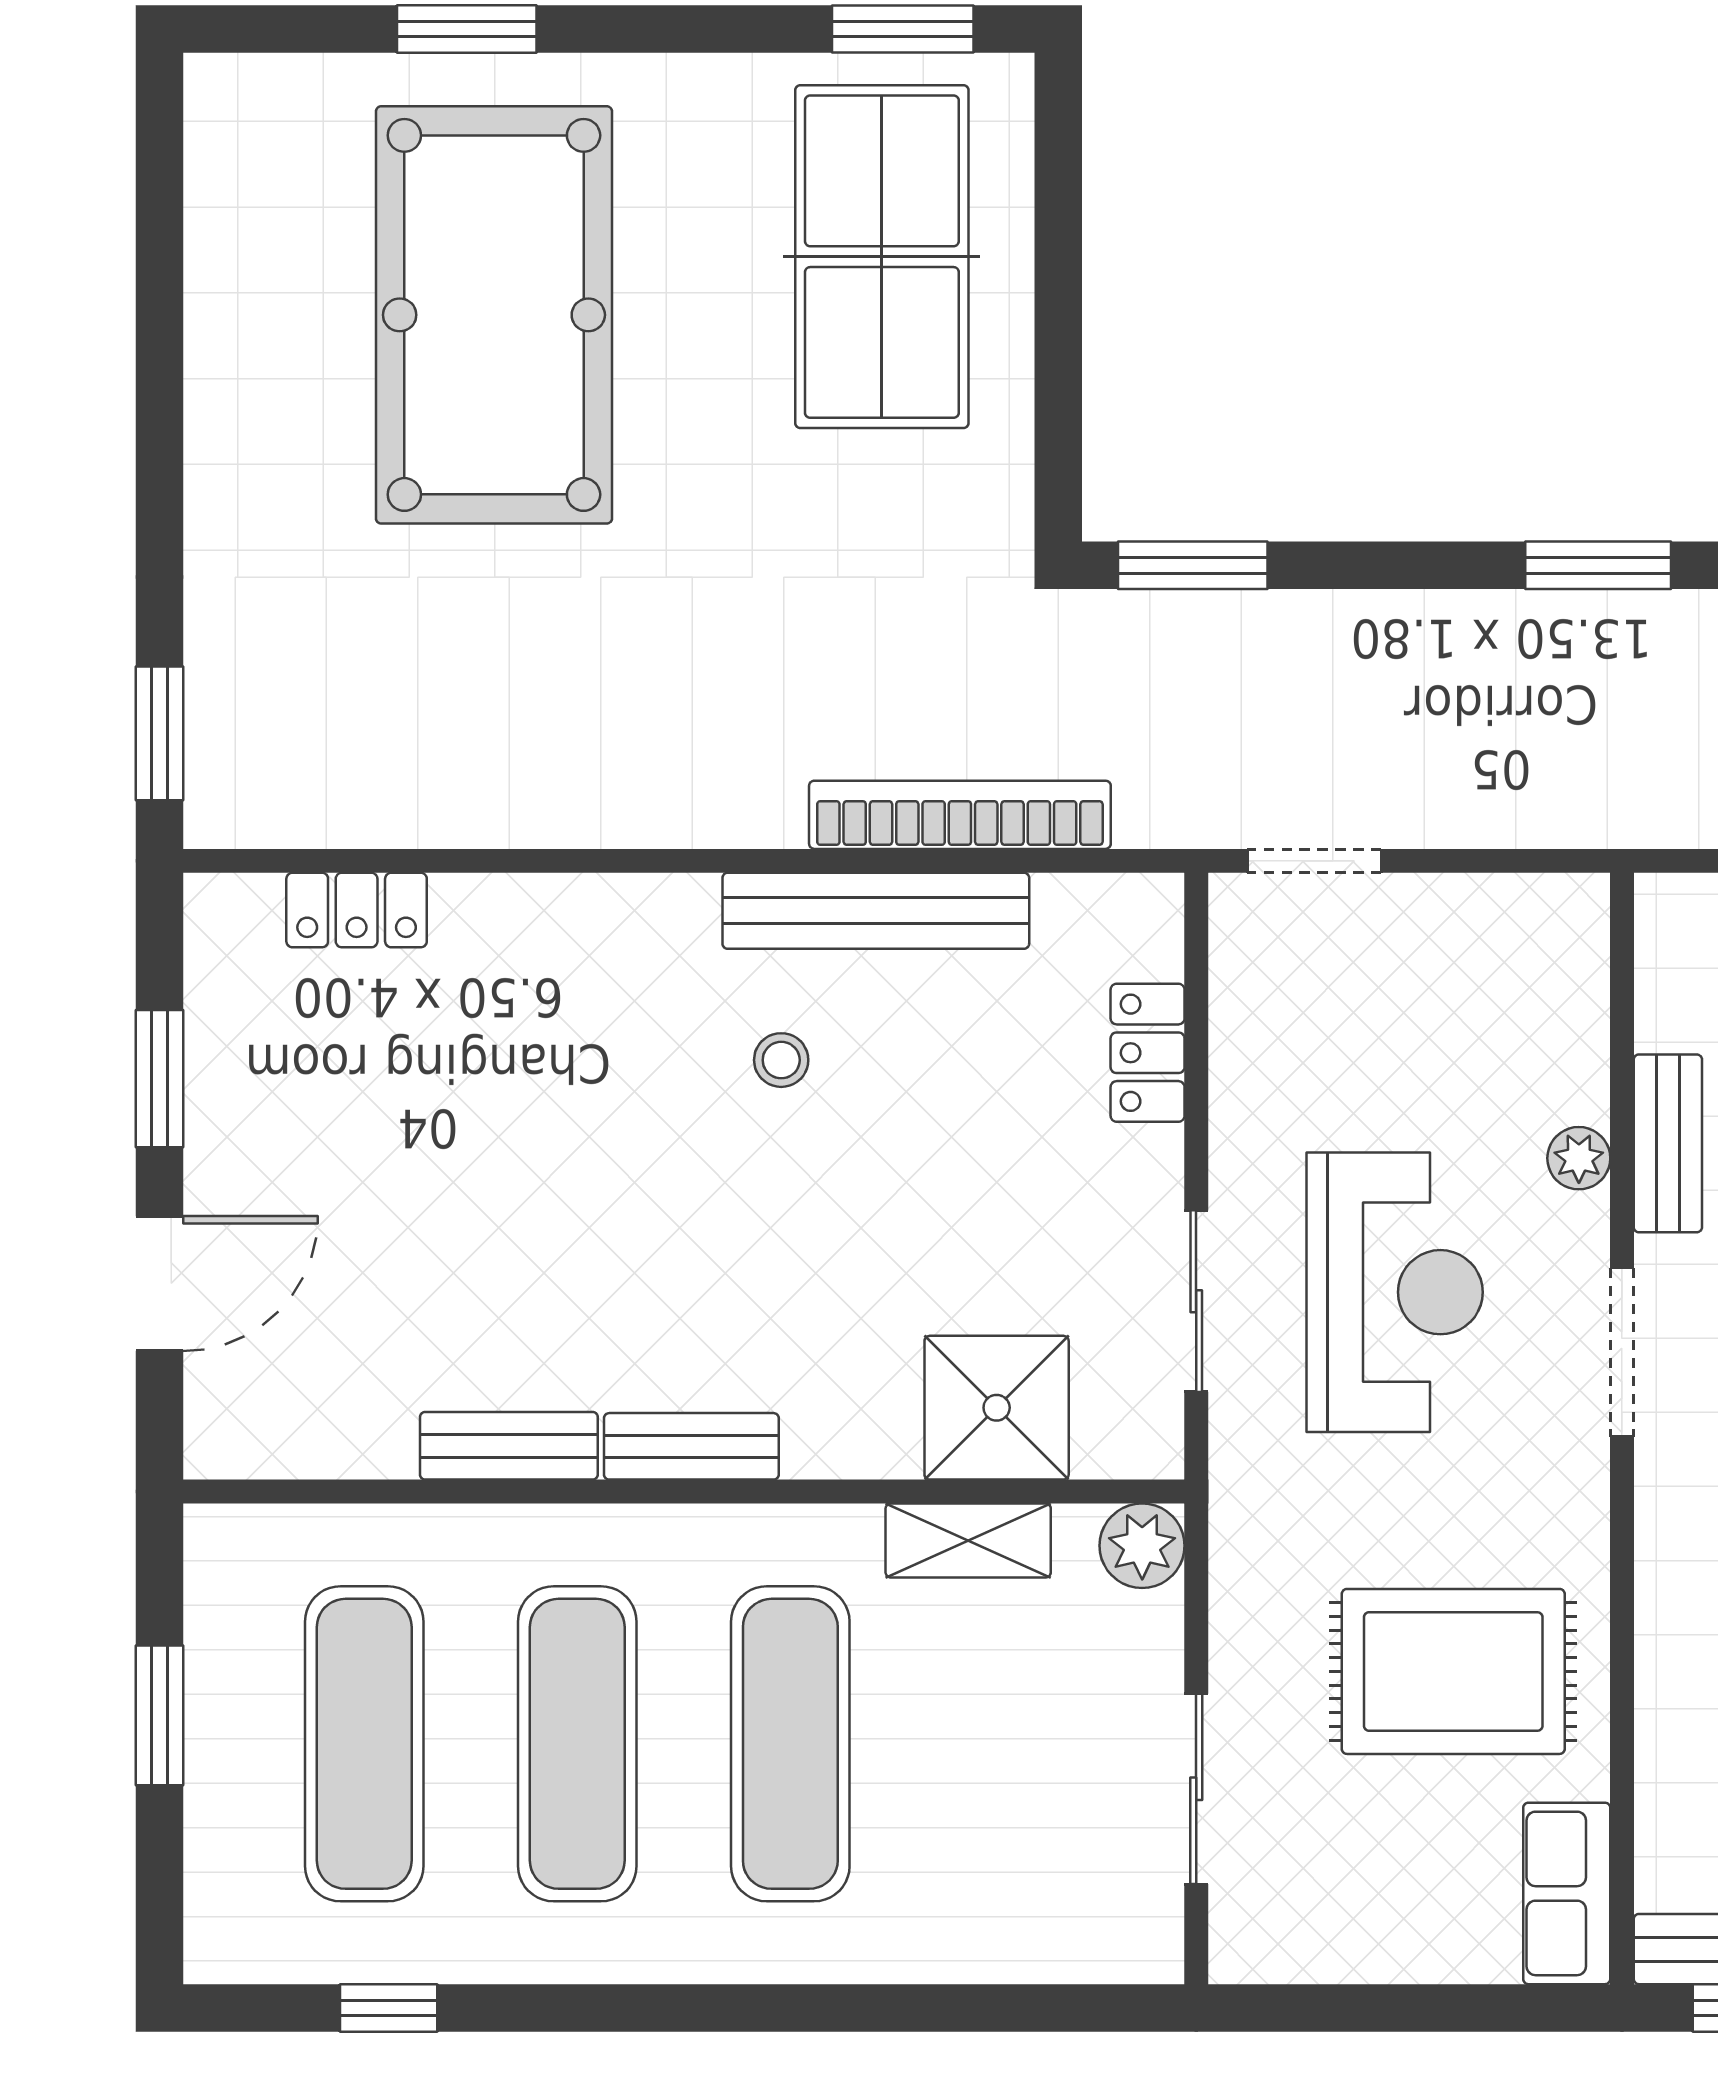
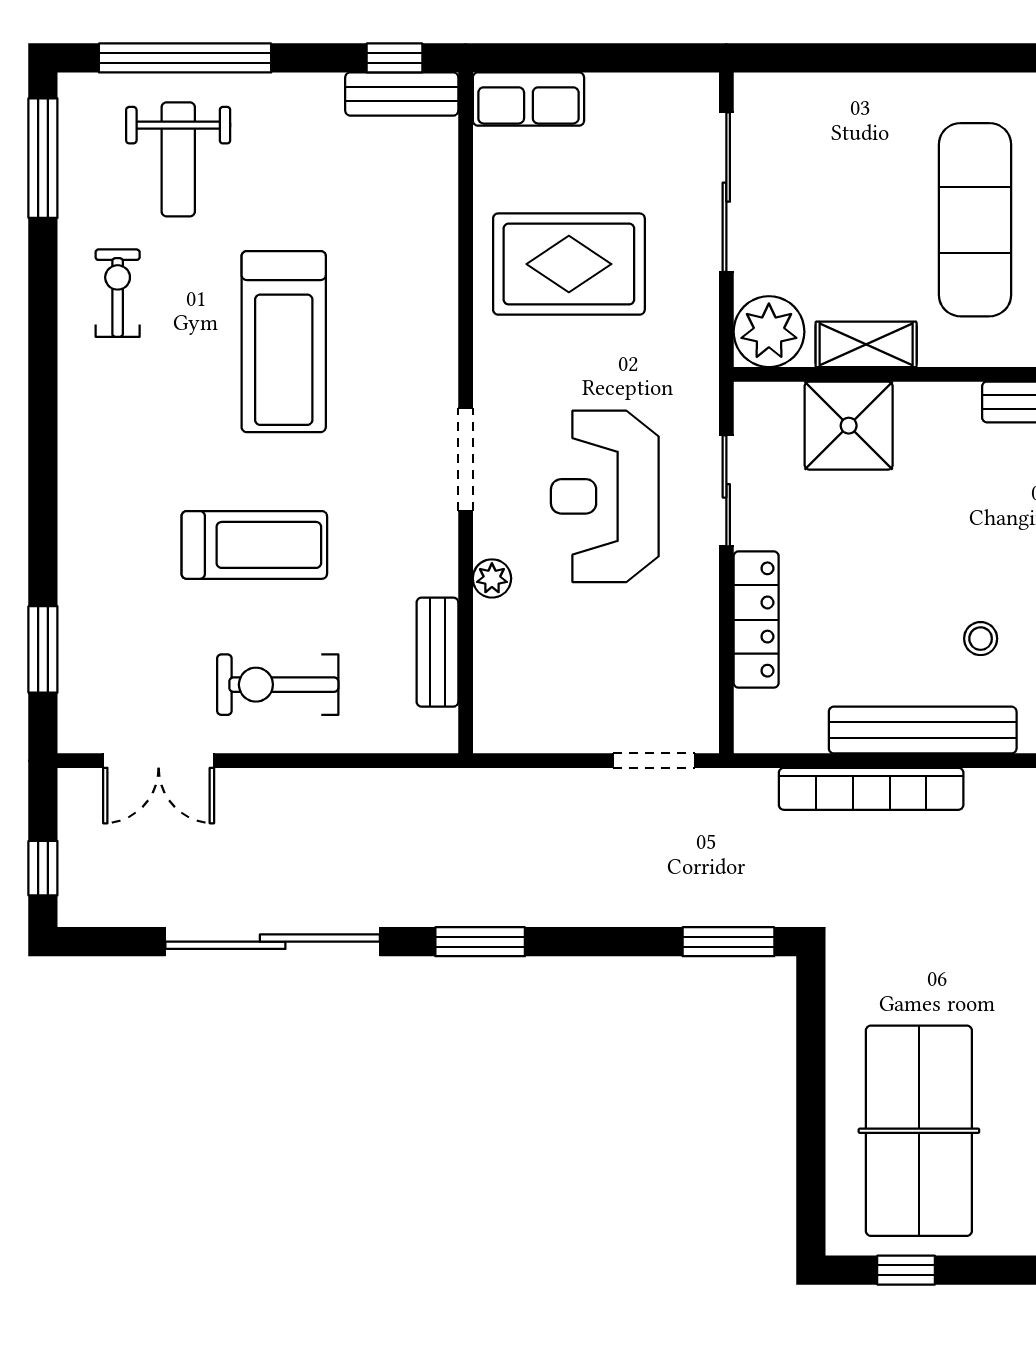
window: (903, 29) -> (906, 1270), width x0.67
locker: (1148, 1053) -> (756, 620), width x1.53
bench: (1668, 1143) -> (437, 652), moved
plant: (1142, 1546) -> (769, 332), width x1.36, depth x1.36
sliding door: (1196, 1789) -> (726, 192), width x1.37
row of seats: (1567, 1893) -> (528, 99), moved, turned 90

